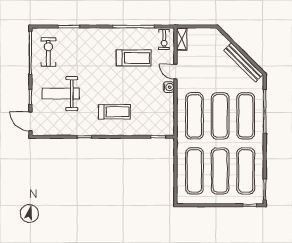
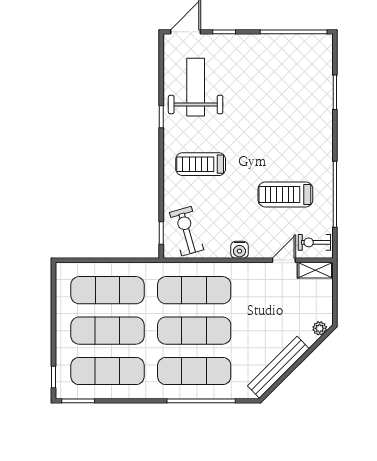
plant: (219, 36) -> (320, 328), added
exercise bike: (48, 52) -> (187, 231), moved, turned -106
treadmill: (134, 58) -> (285, 194), turned 90
door: (175, 72) -> (284, 260), moved
weight bench: (61, 94) -> (196, 87), moved
treadmill: (114, 112) -> (201, 164), turned 90

